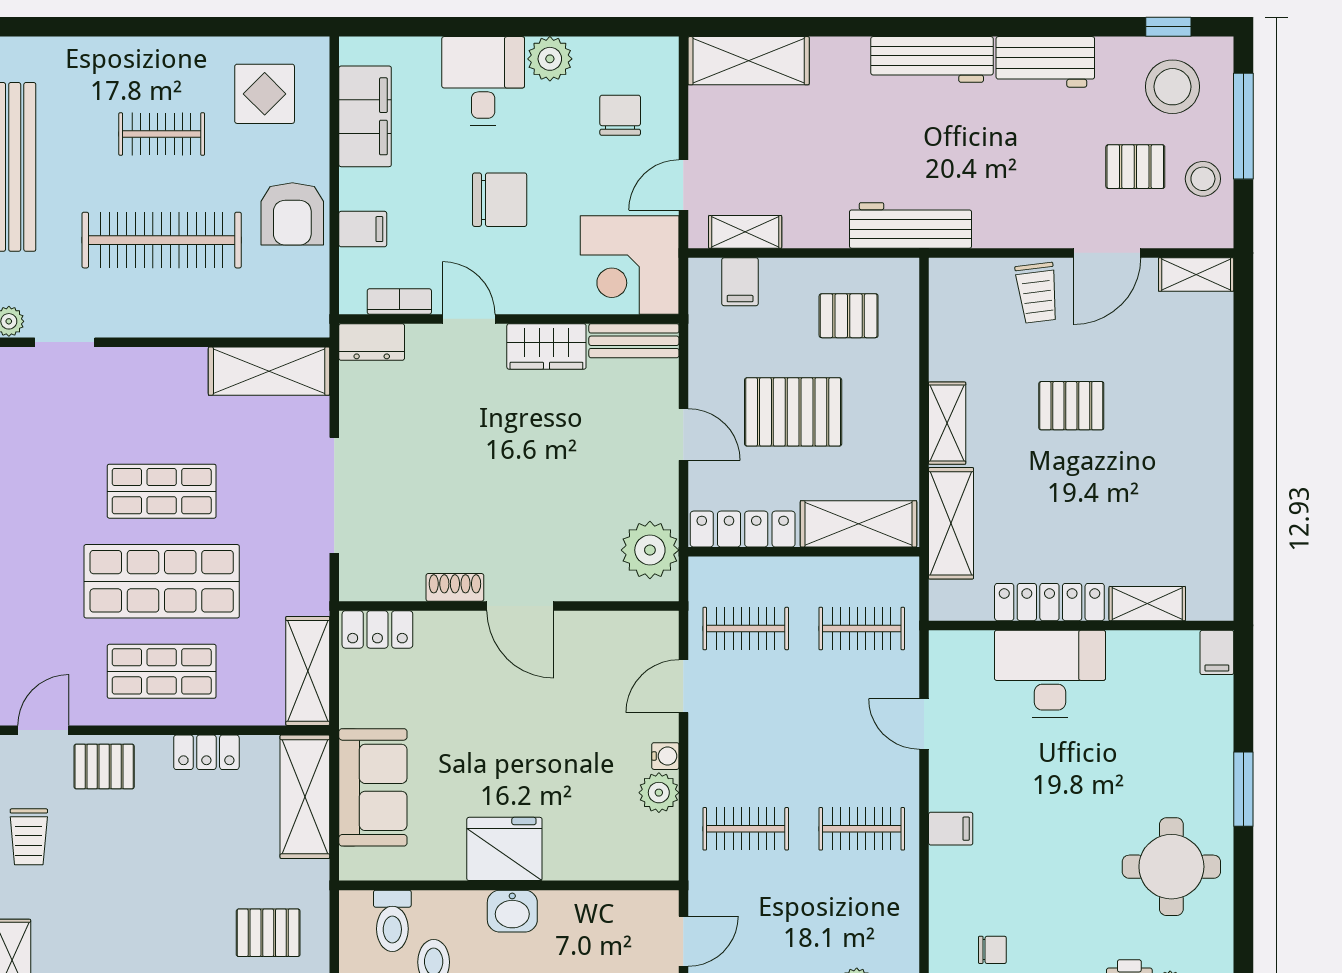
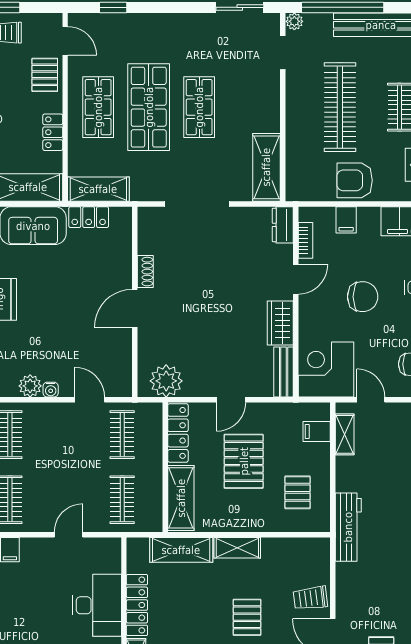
chair: (500, 200) -> (363, 297), turned -90
locker: (377, 629) -> (89, 217), moved, turned -90

